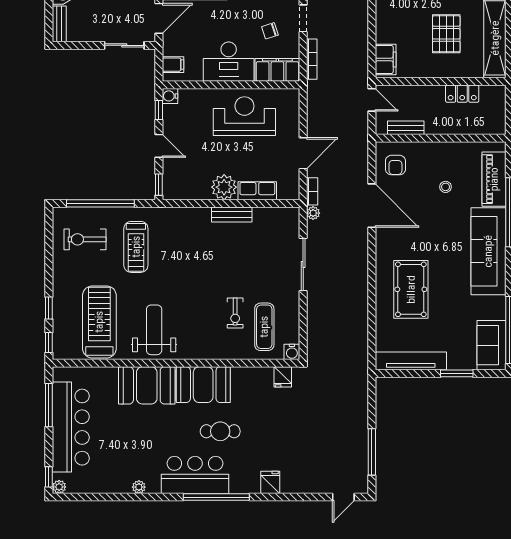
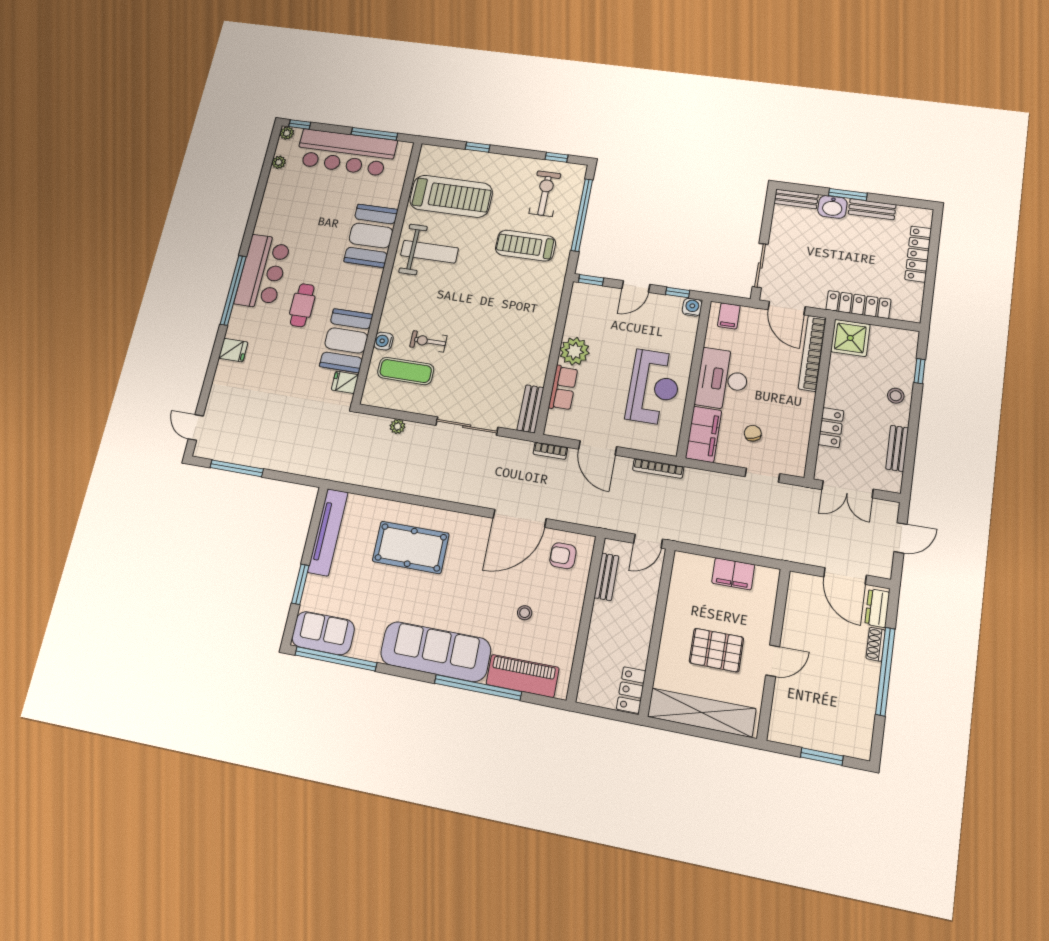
bookcase: (312, 59) -> (658, 468), moved
filing cabinet: (386, 59) -> (733, 574), moved
locker: (462, 94) -> (631, 690), moved
plant: (313, 213) -> (397, 426), moved
bench: (232, 214) -> (530, 409), moved
window: (49, 343) -> (557, 157), moved
water cooler: (292, 352) -> (384, 341), moved
booth: (203, 385) -> (346, 340), moved
plant: (139, 487) -> (279, 162), moved

